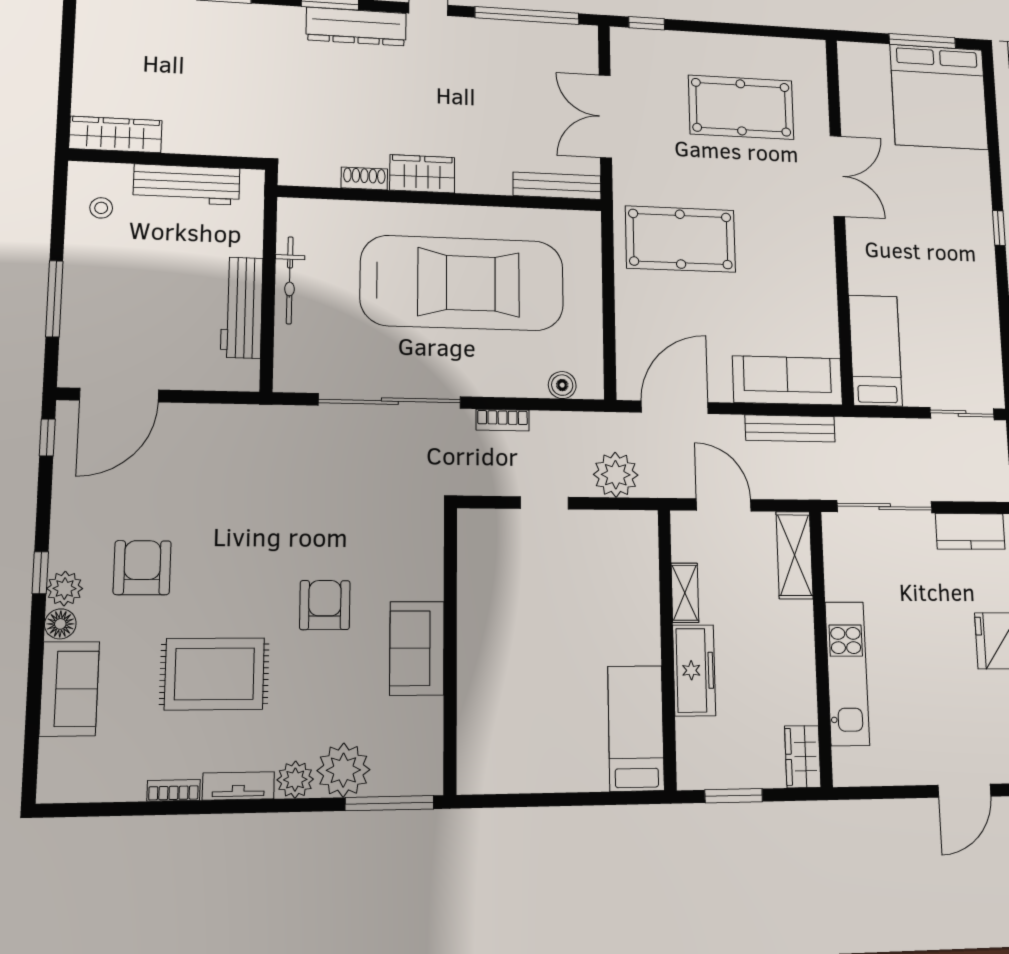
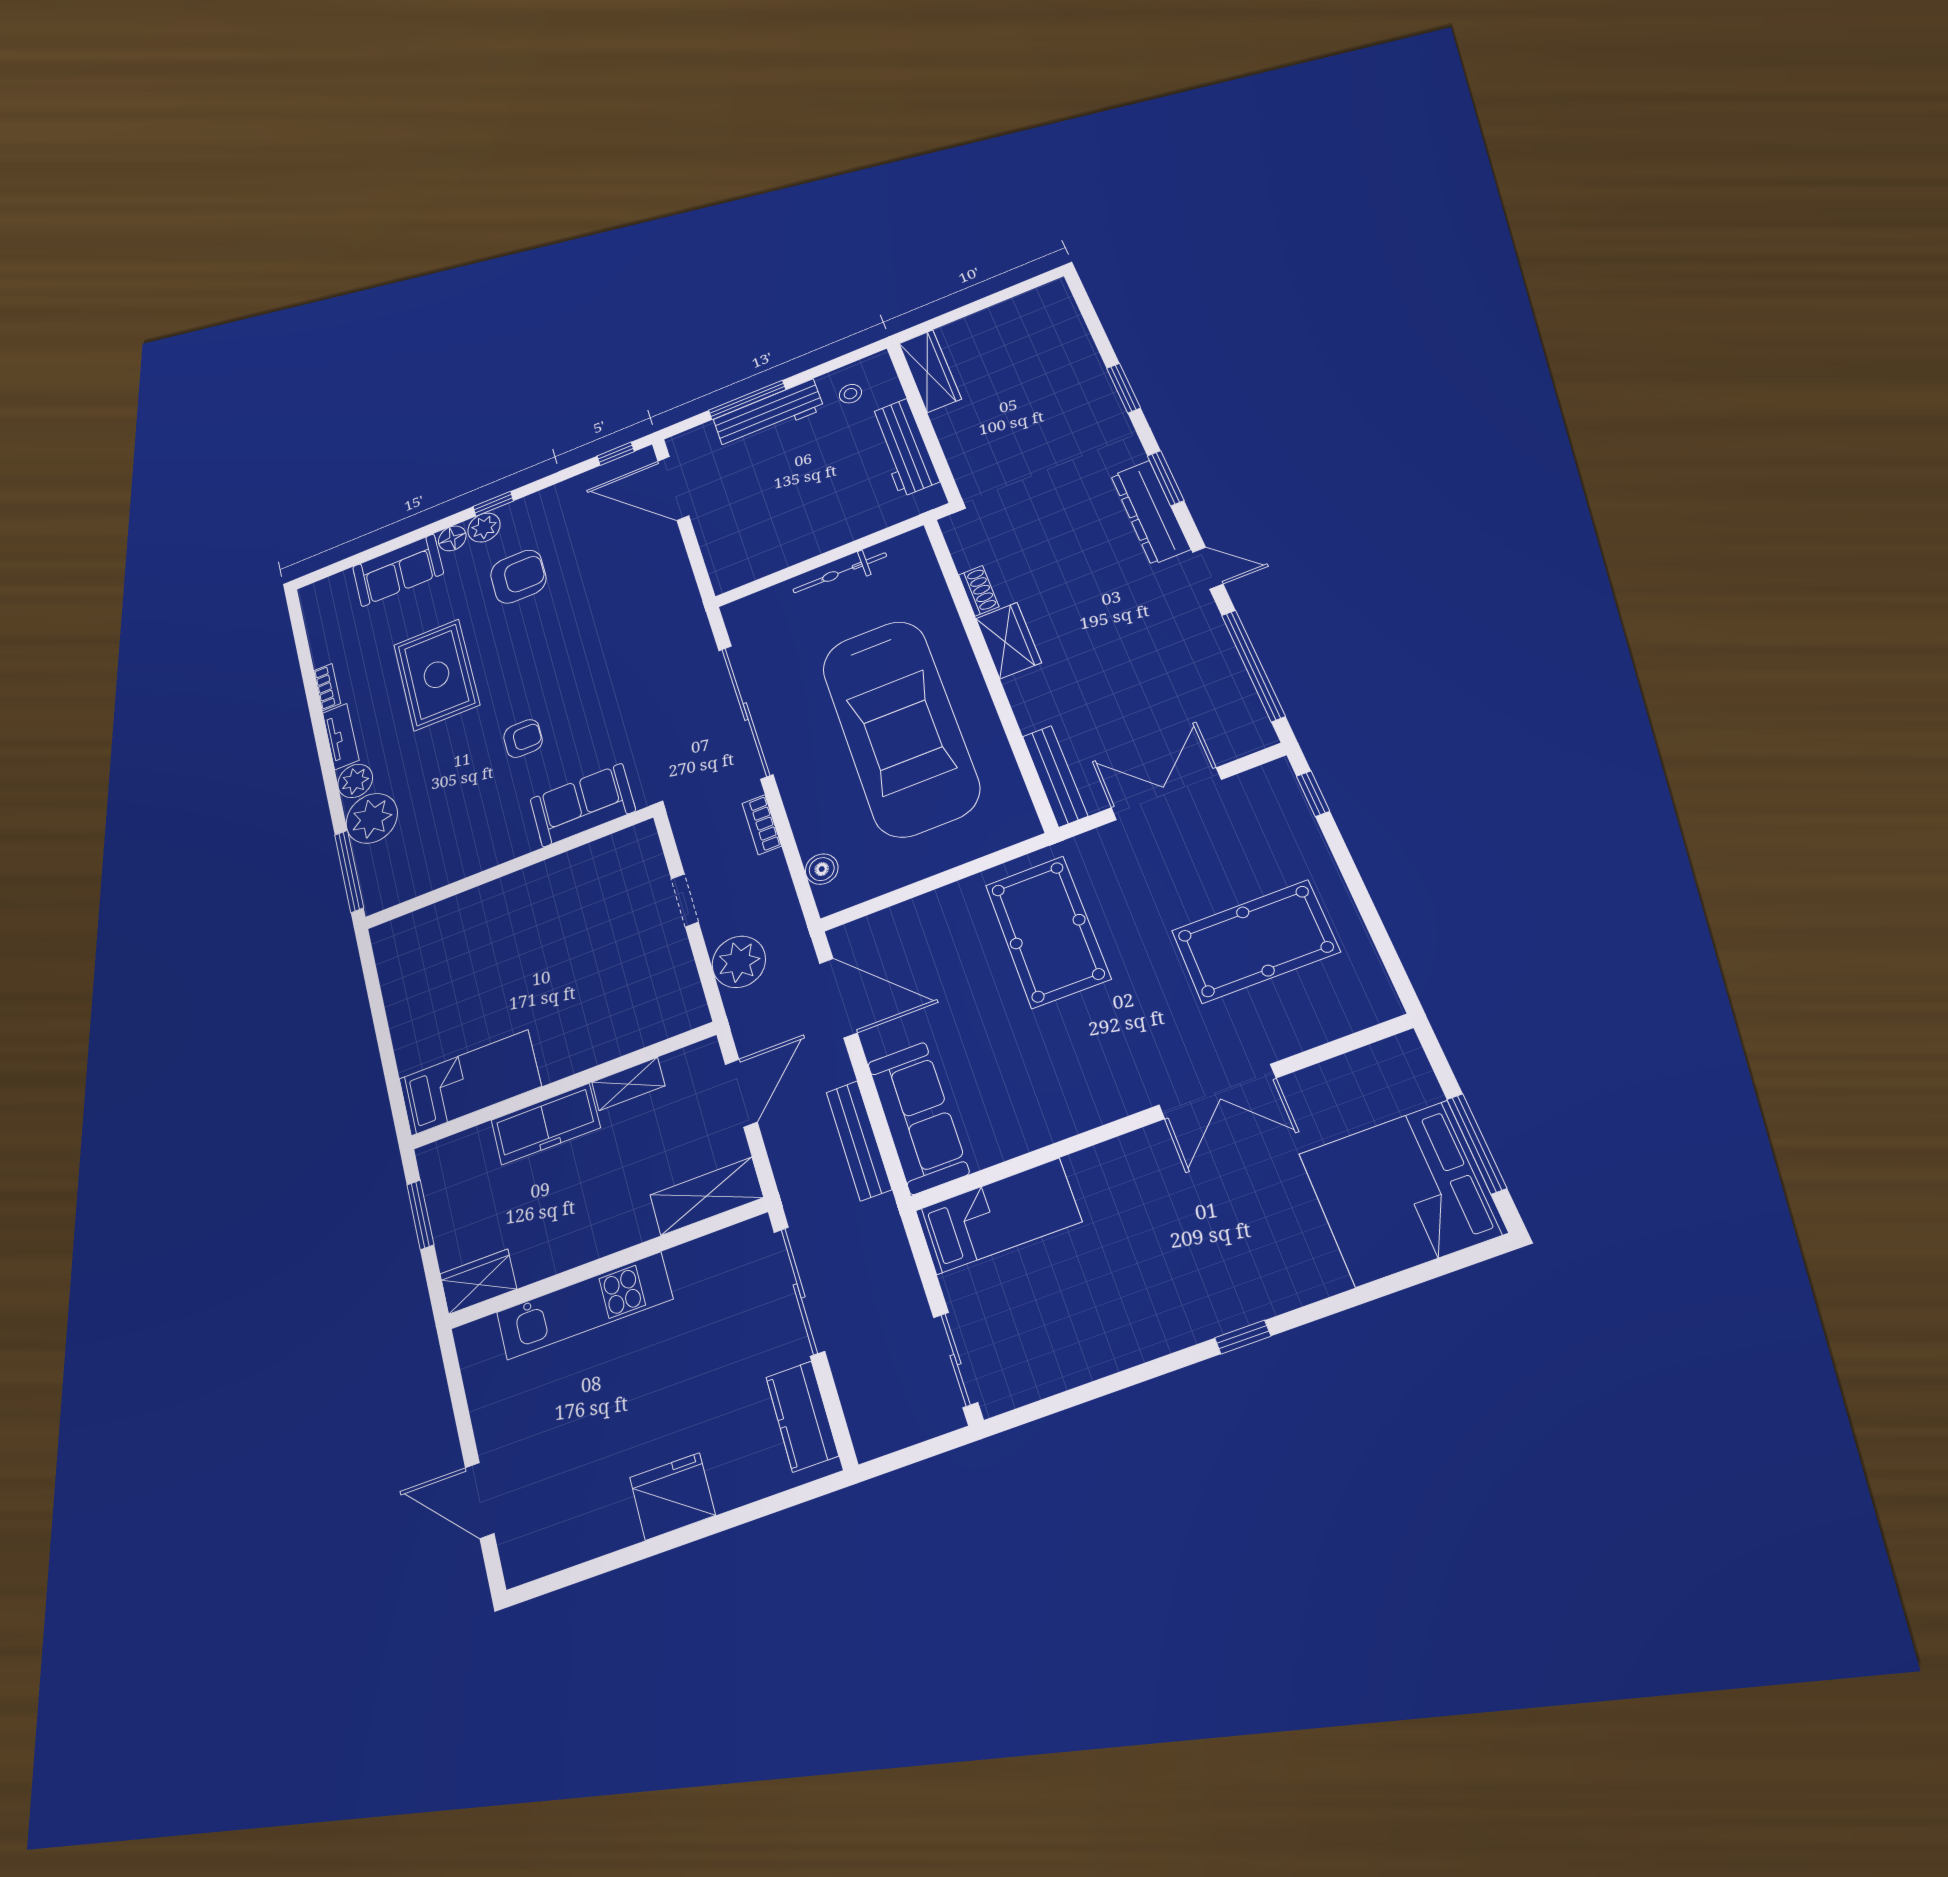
pool table: (741, 107) -> (1255, 941), turned 90
workbench: (242, 308) -> (769, 414), moved, turned 180
armchair: (325, 605) -> (523, 739), width x0.72, depth x0.72
sofa: (417, 648) -> (583, 805), moved

